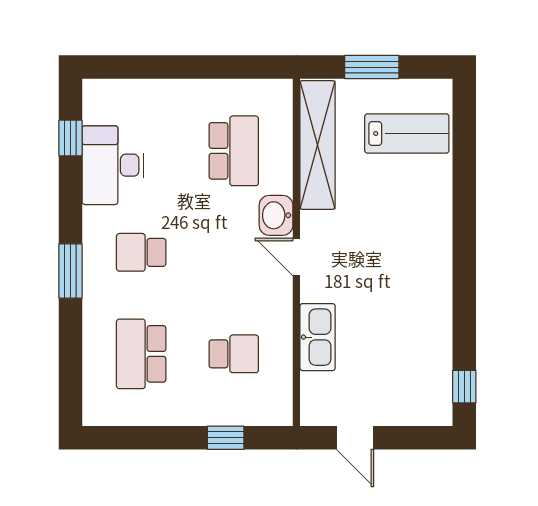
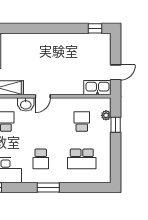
kitchen sink: (318, 337) -> (97, 88), moved
plant: (249, 414) -> (106, 115), added

